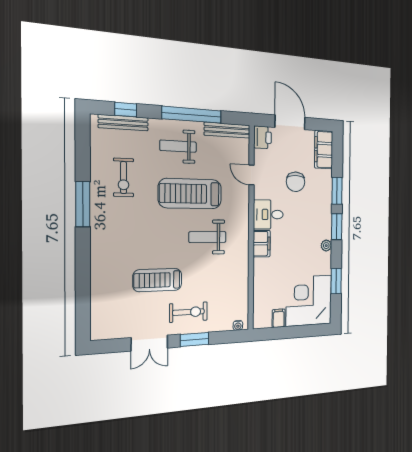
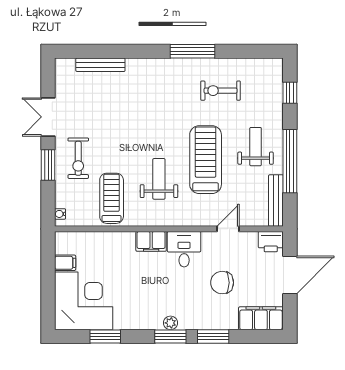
bench: (123, 123) -> (100, 65), moved, turned 90
plant: (326, 246) -> (170, 323), moved
treadmill: (157, 280) -> (112, 198), moved

